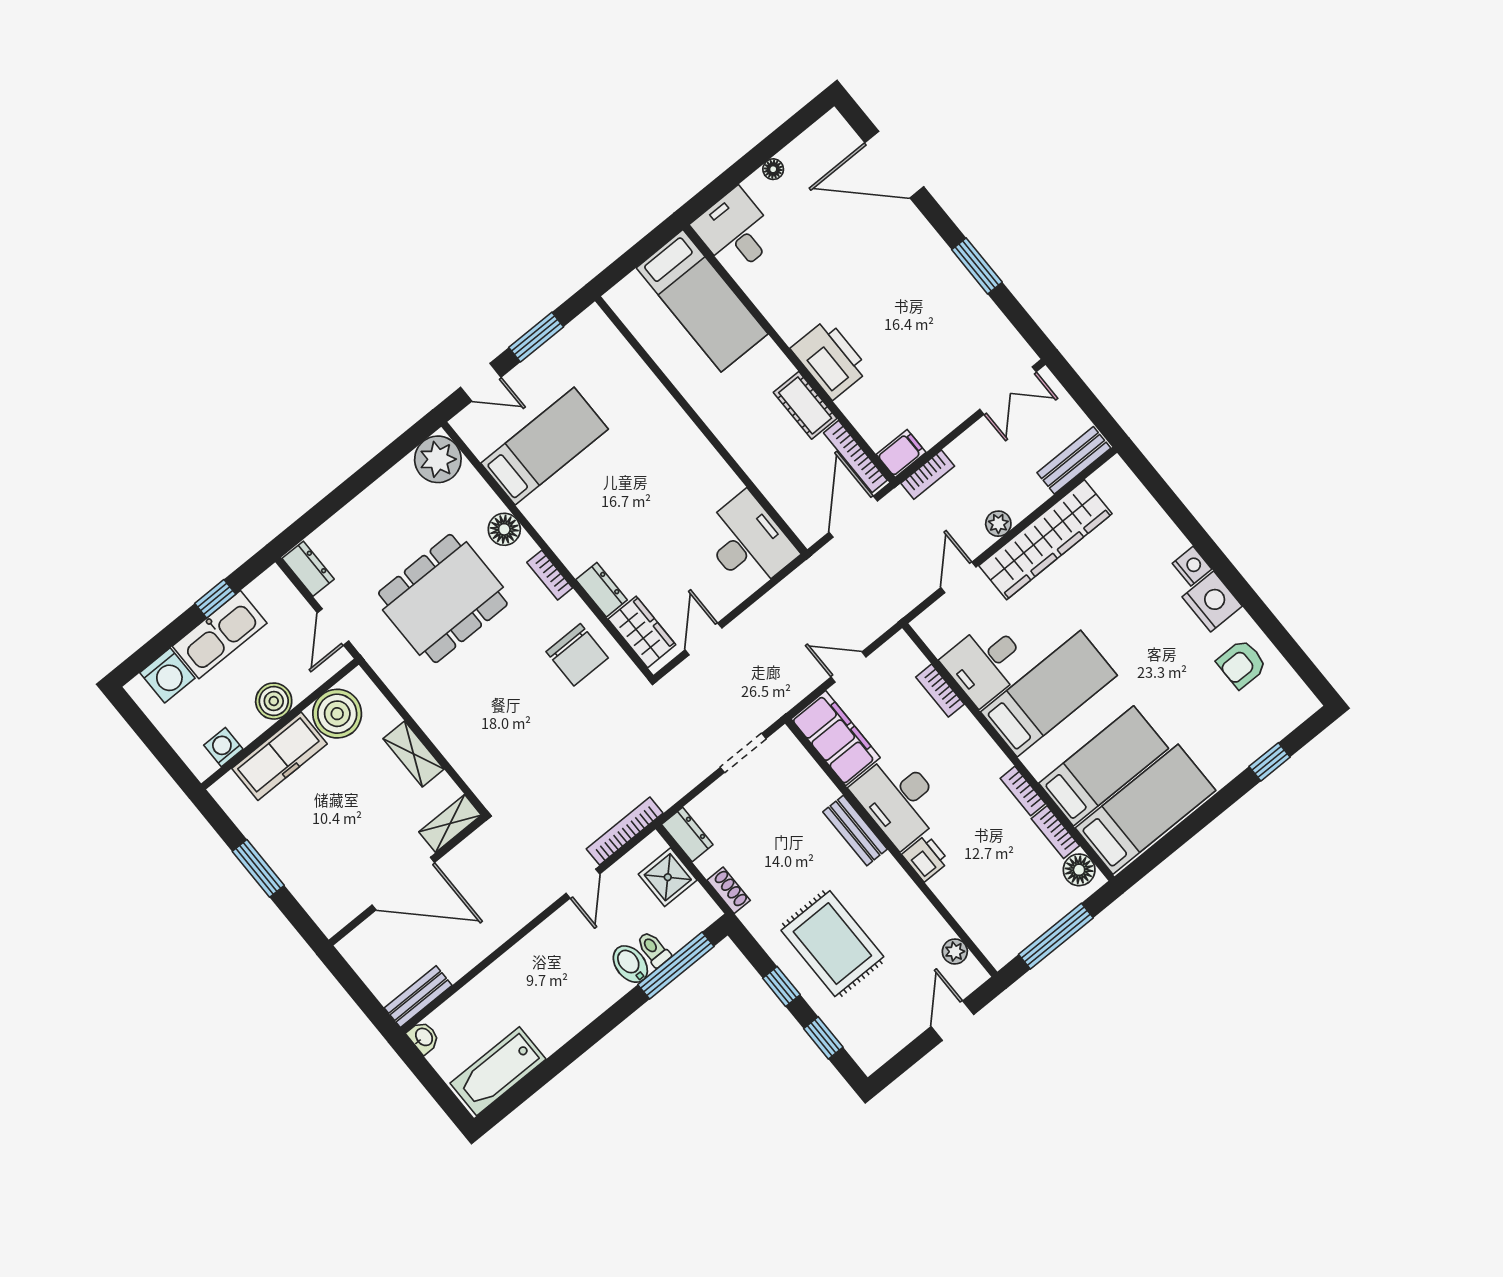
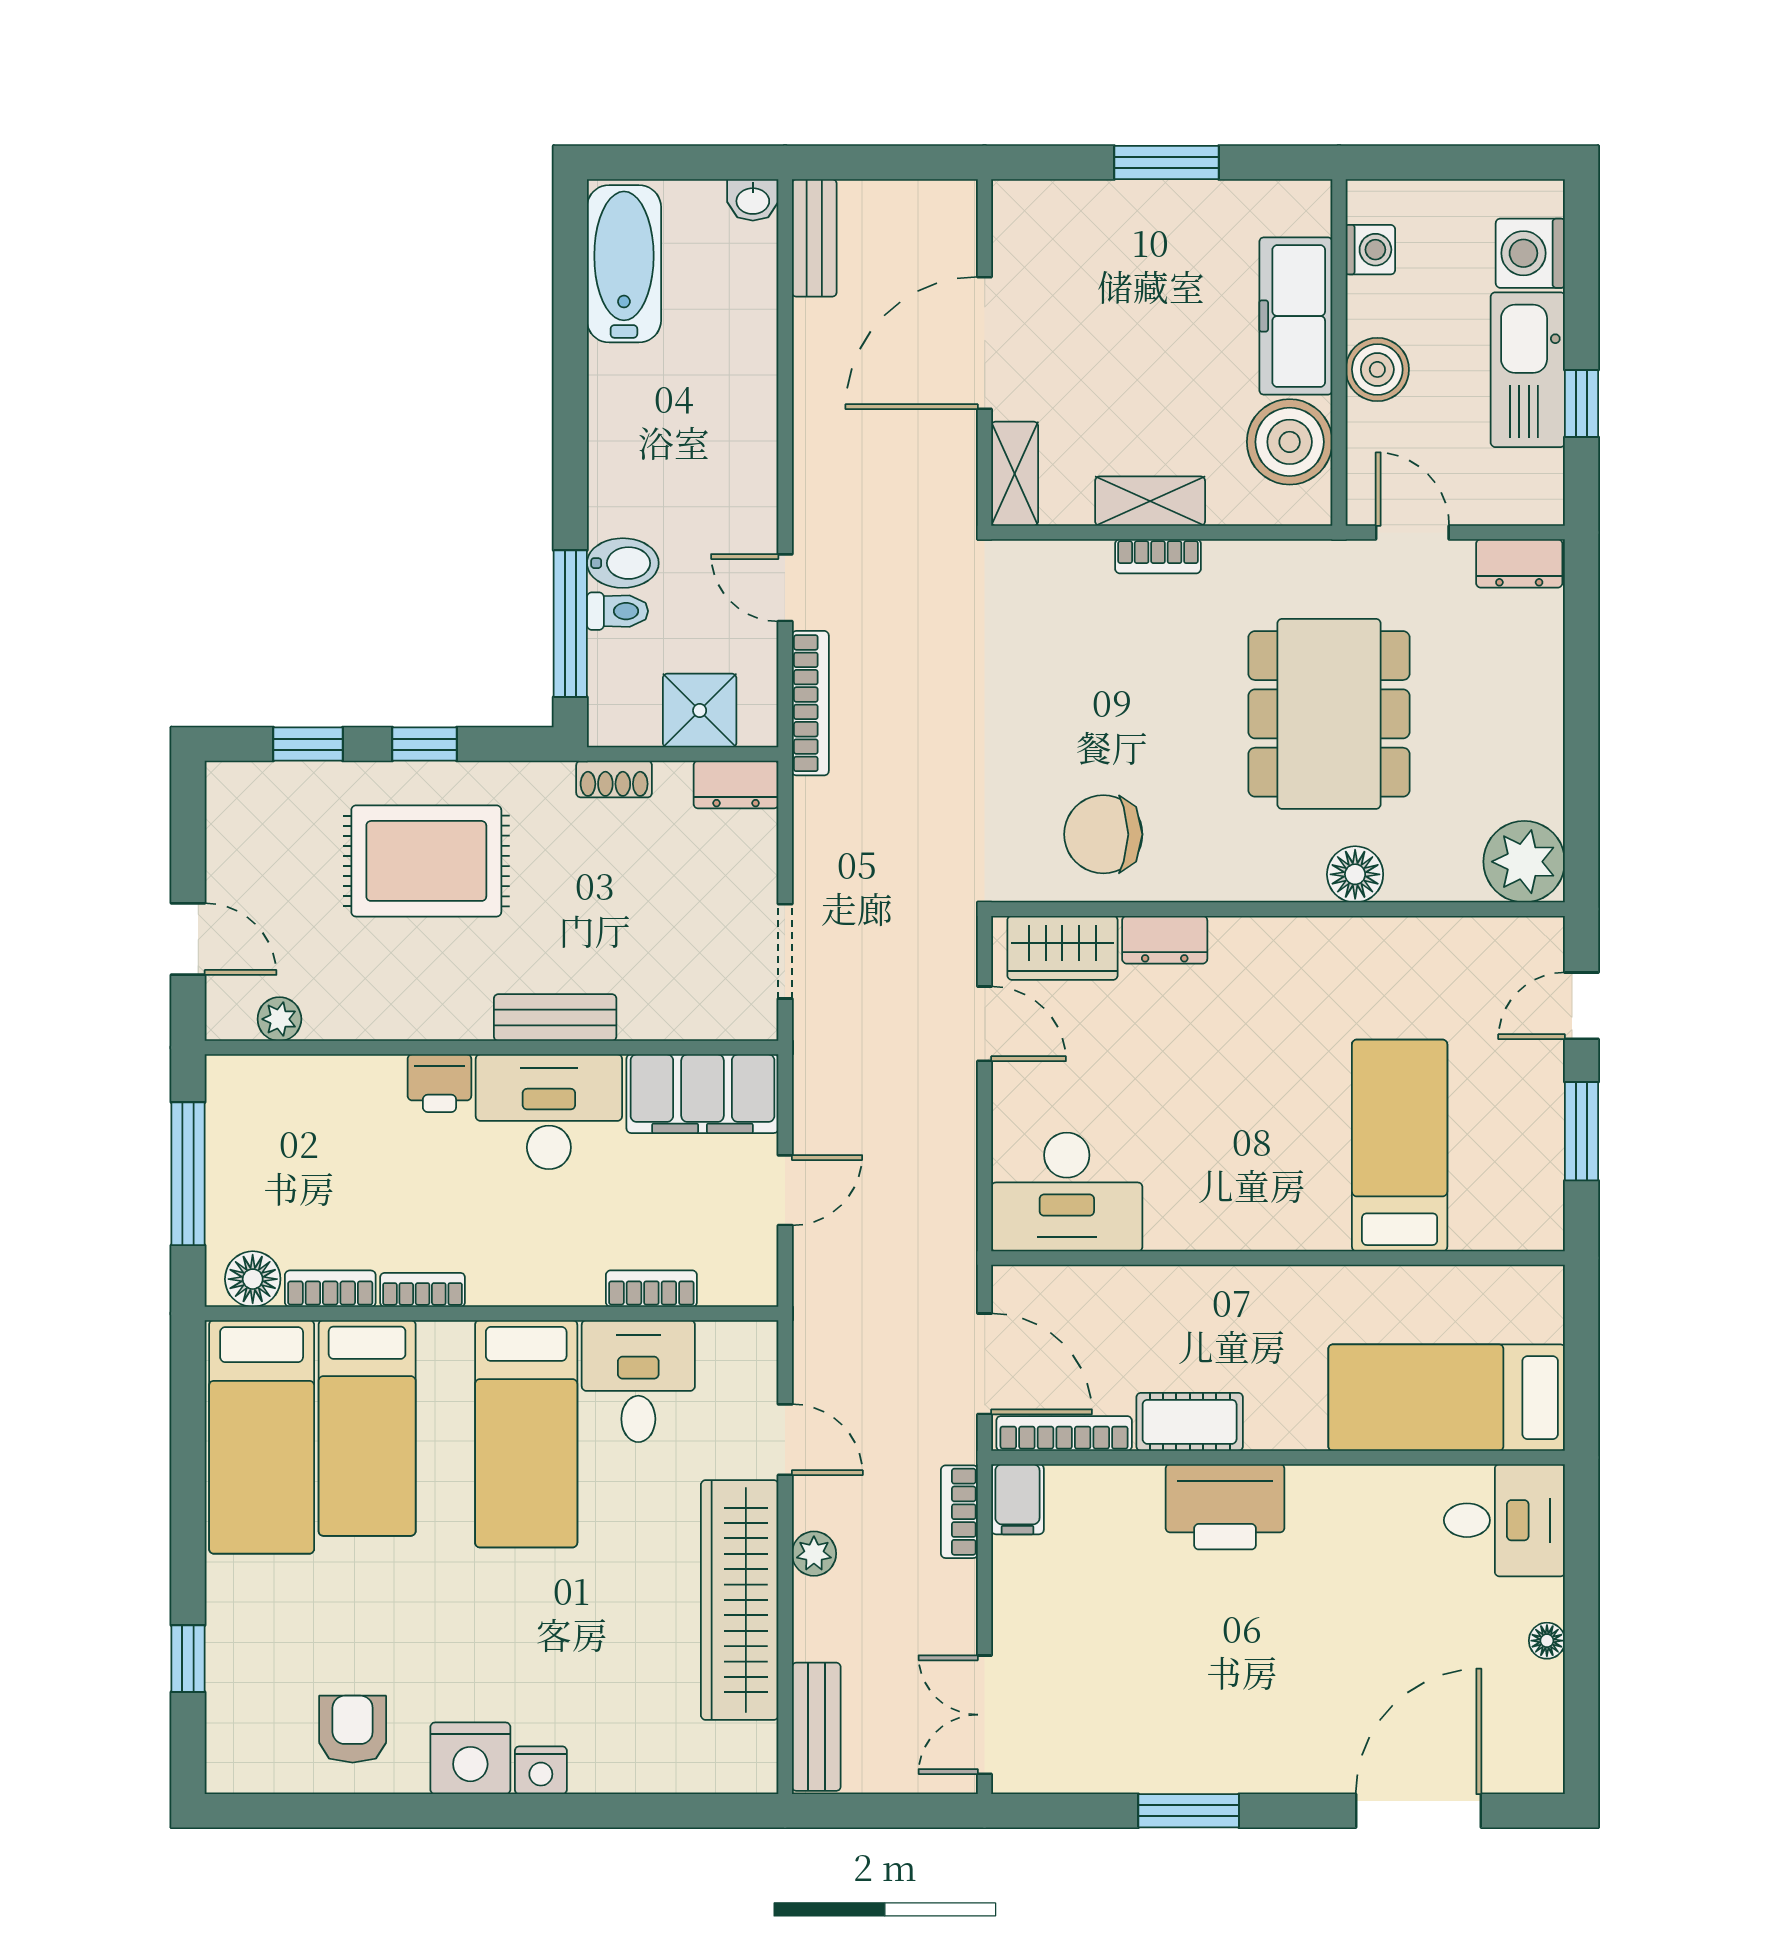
bed: (545, 446) -> (1400, 1146), moved, turned 180
bookcase: (550, 575) -> (1158, 556), moved, turned 180

